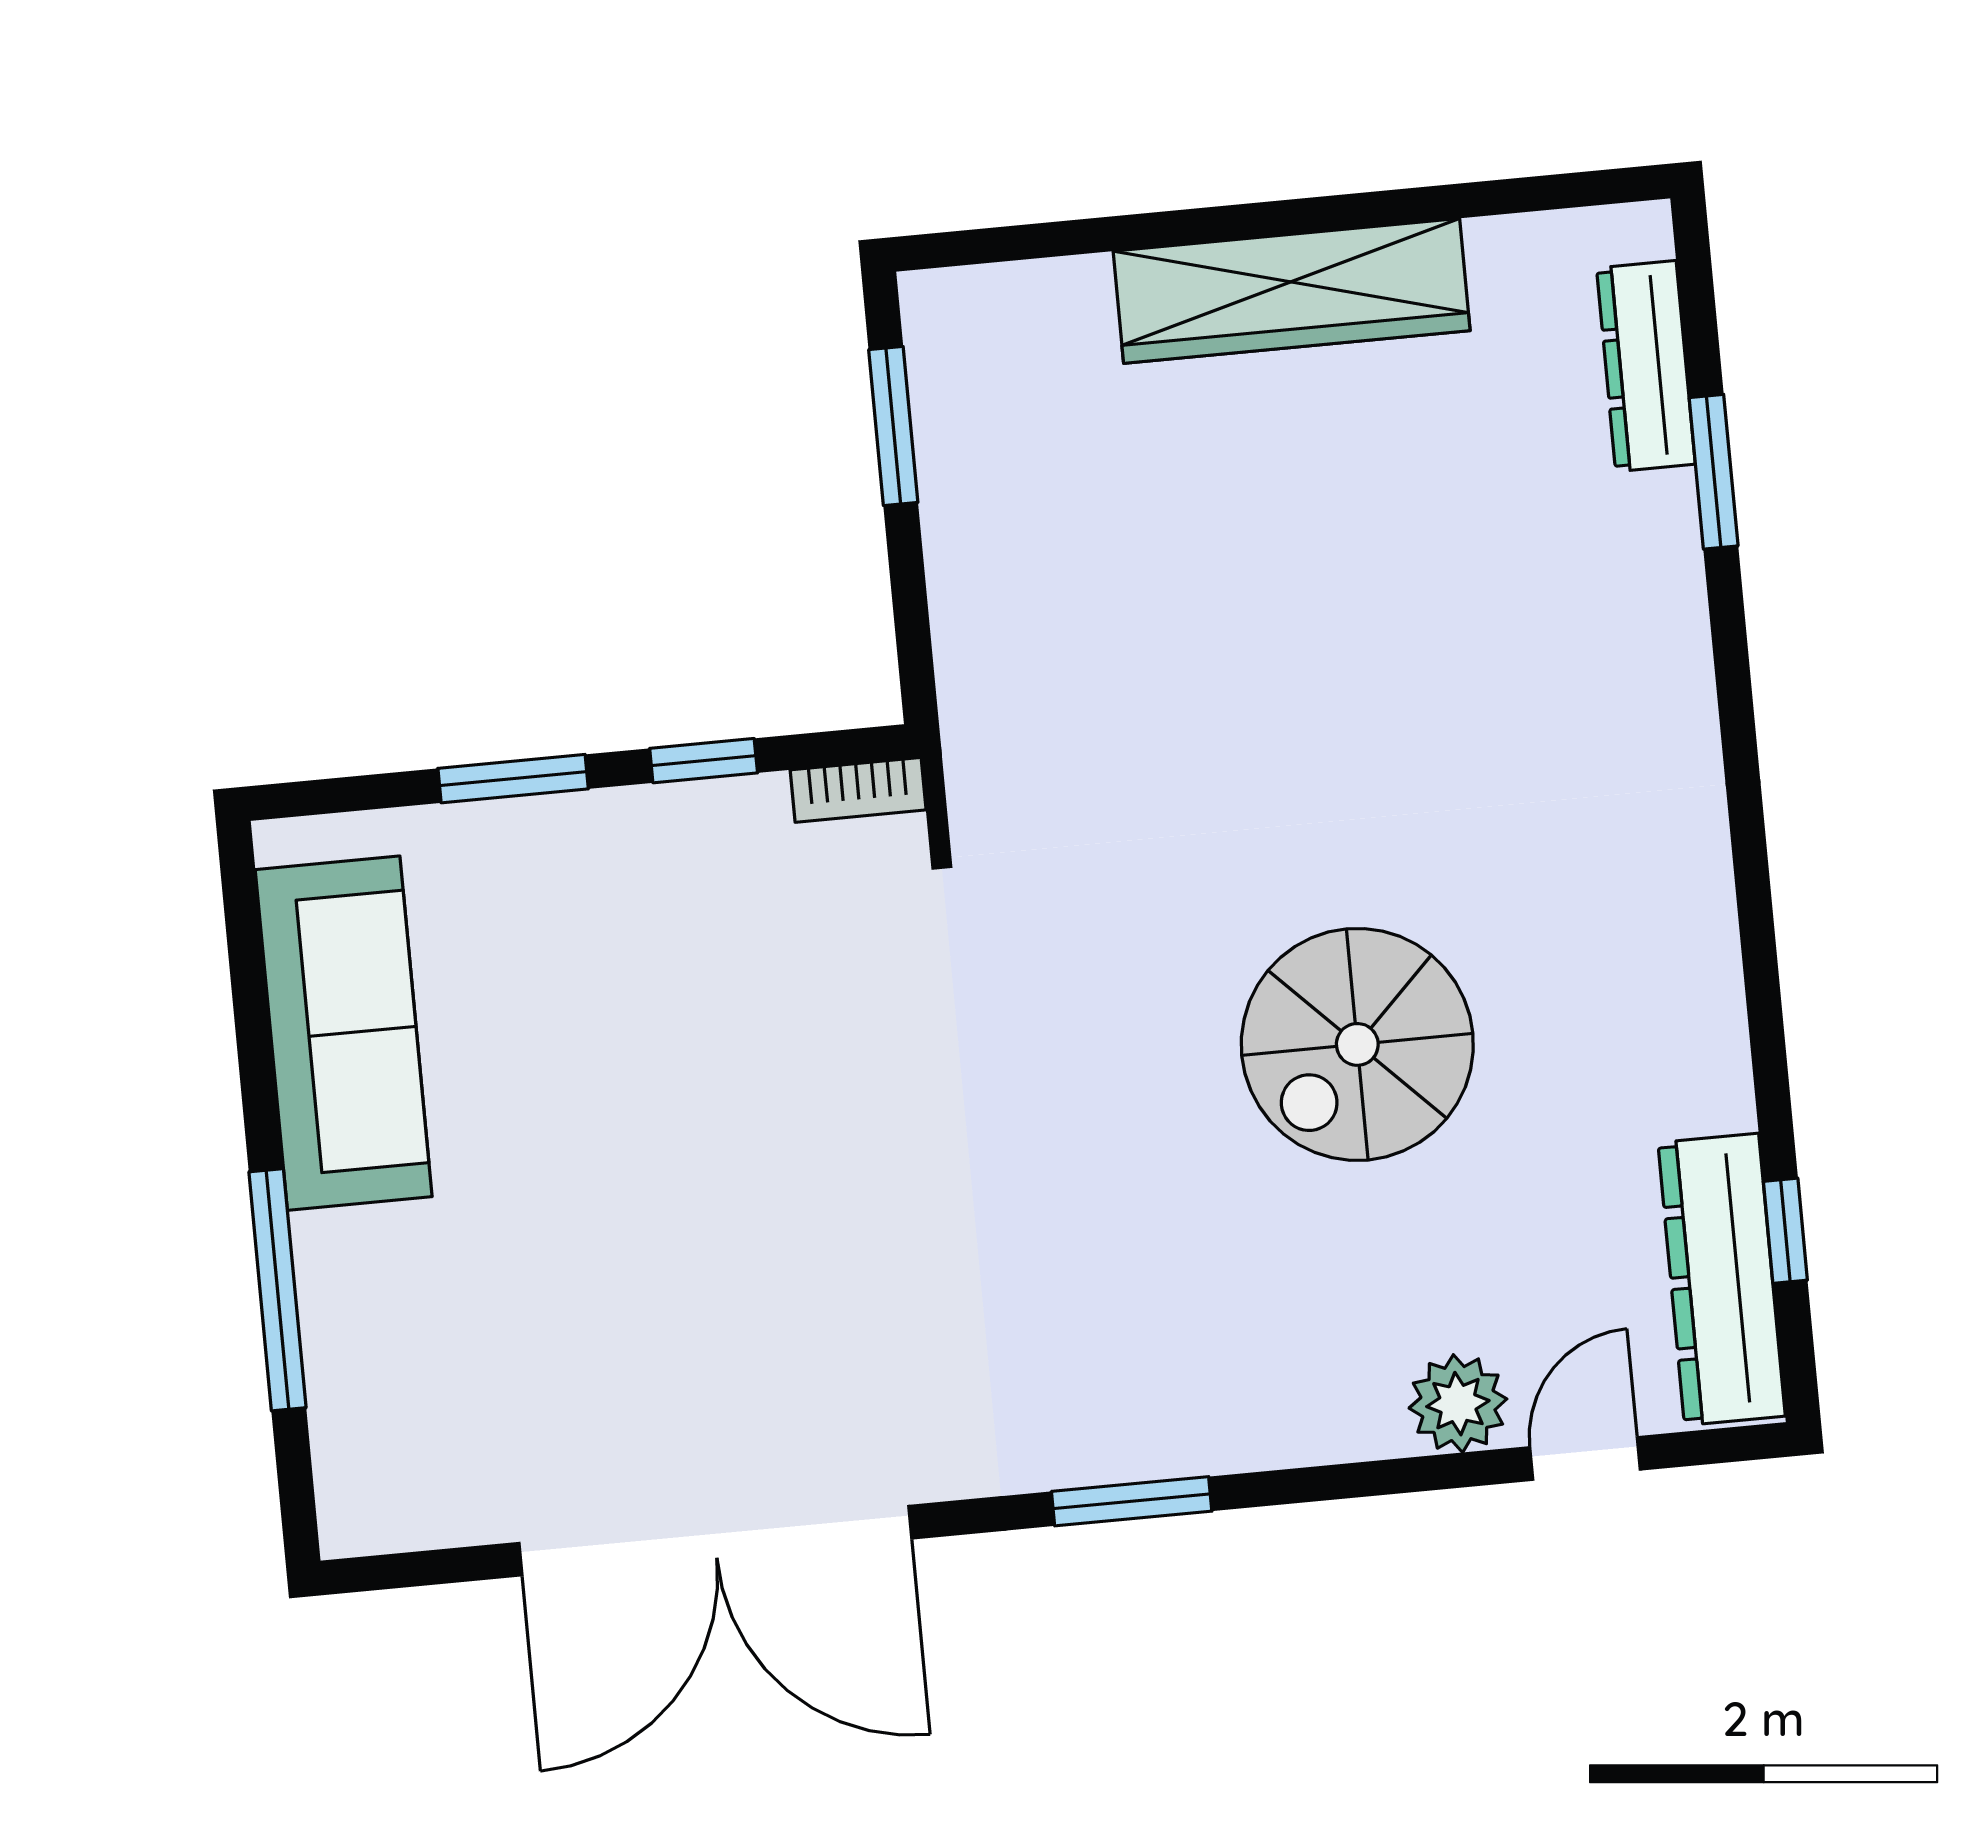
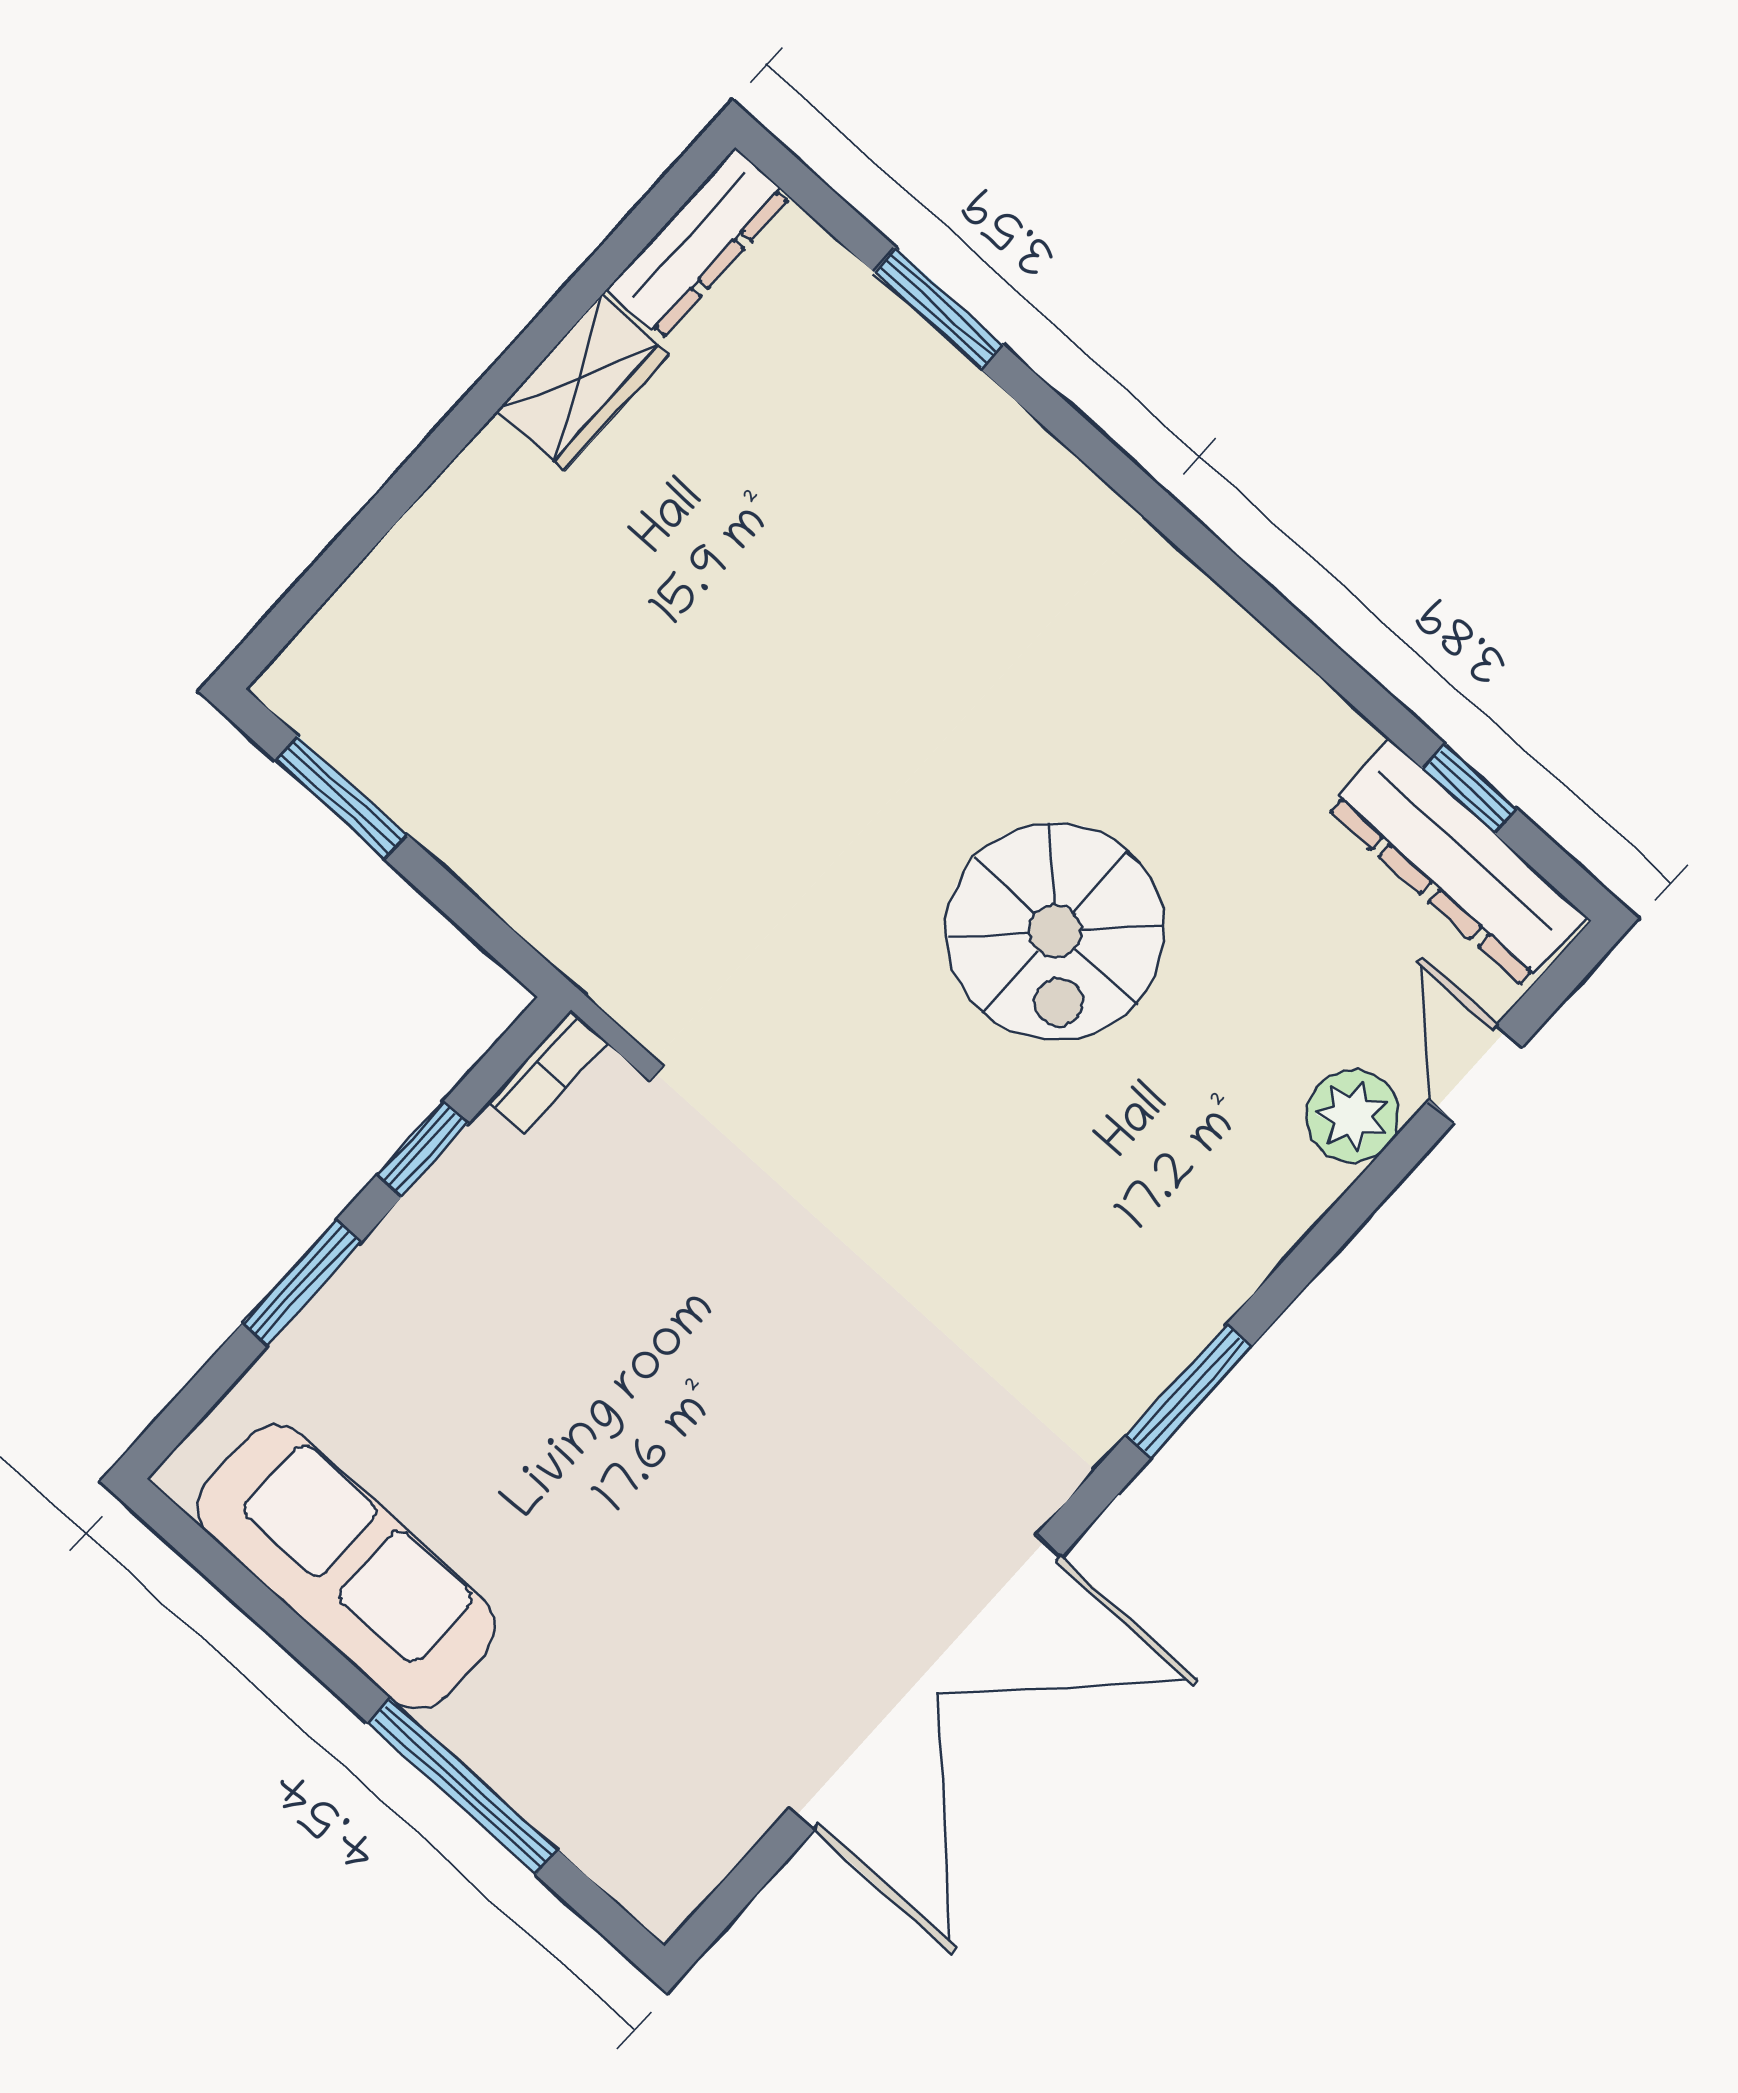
wardrobe: (1292, 291) -> (583, 382), width x0.48, depth x0.85
dresser: (1646, 366) -> (698, 243), moved, turned -90

